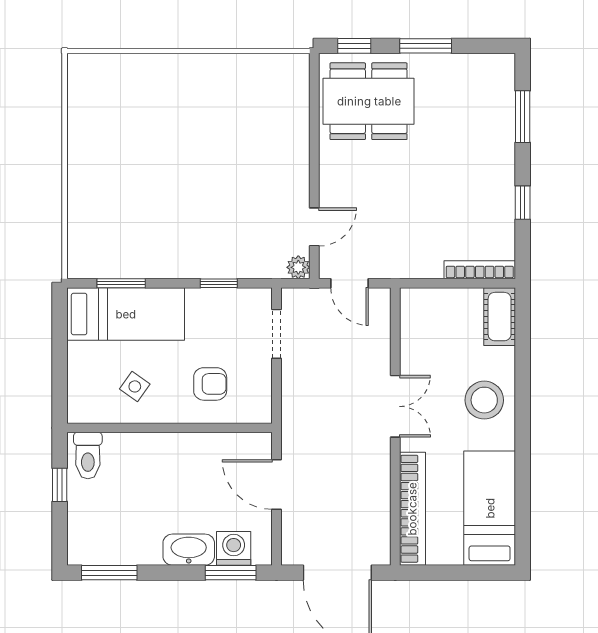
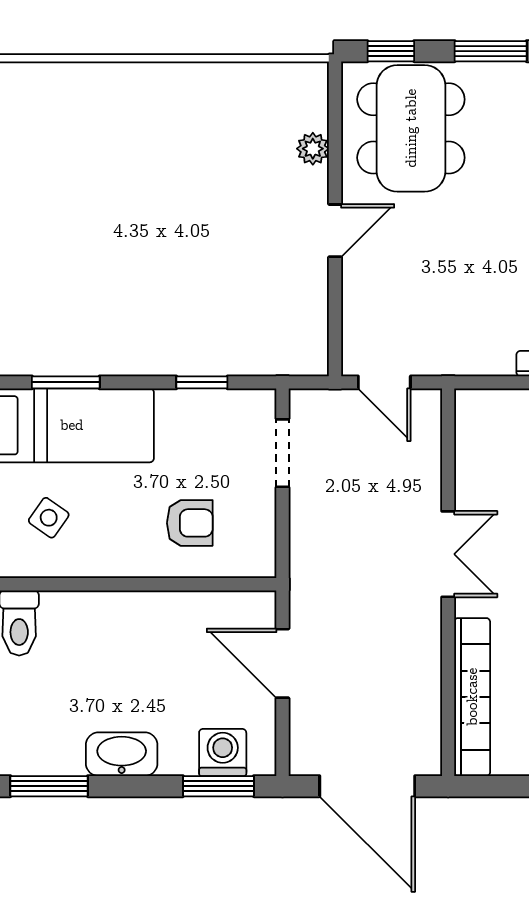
dining table: (369, 101) -> (411, 128), turned 90
door: (314, 227) -> (335, 231), moved
plant: (298, 267) -> (313, 149), moved
side table: (135, 386) -> (49, 518), moved
washbasin: (189, 550) -> (122, 754), moved

